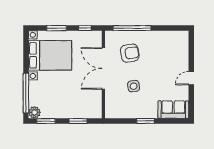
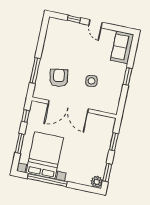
window: (132, 28) -> (35, 71), width x0.68
window: (191, 56) -> (74, 19), added
window: (26, 93) -> (47, 180), moved

